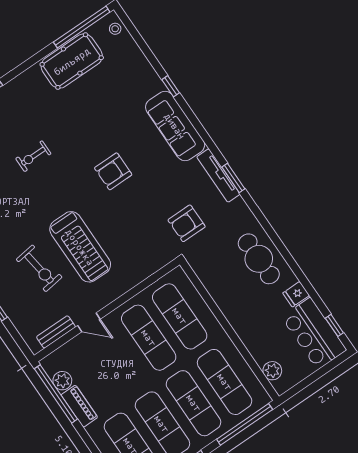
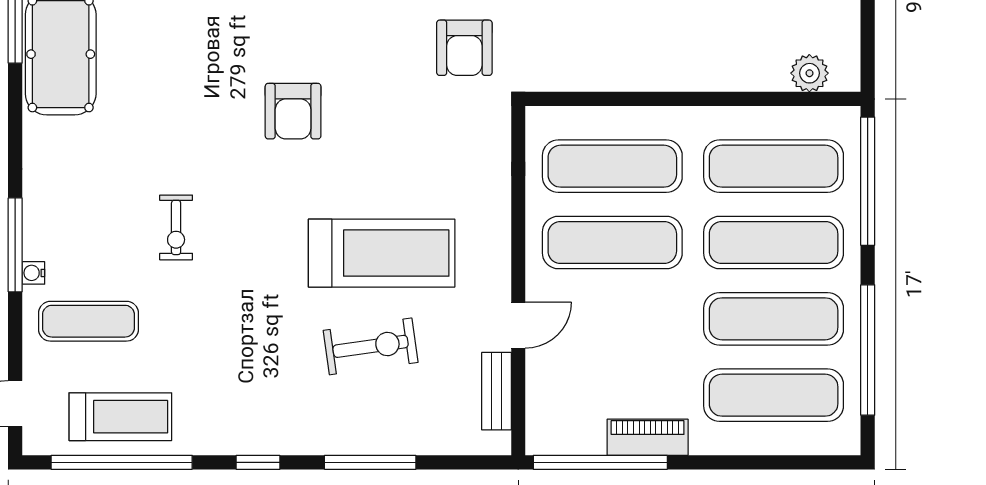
plant: (62, 381) -> (585, 436), removed

